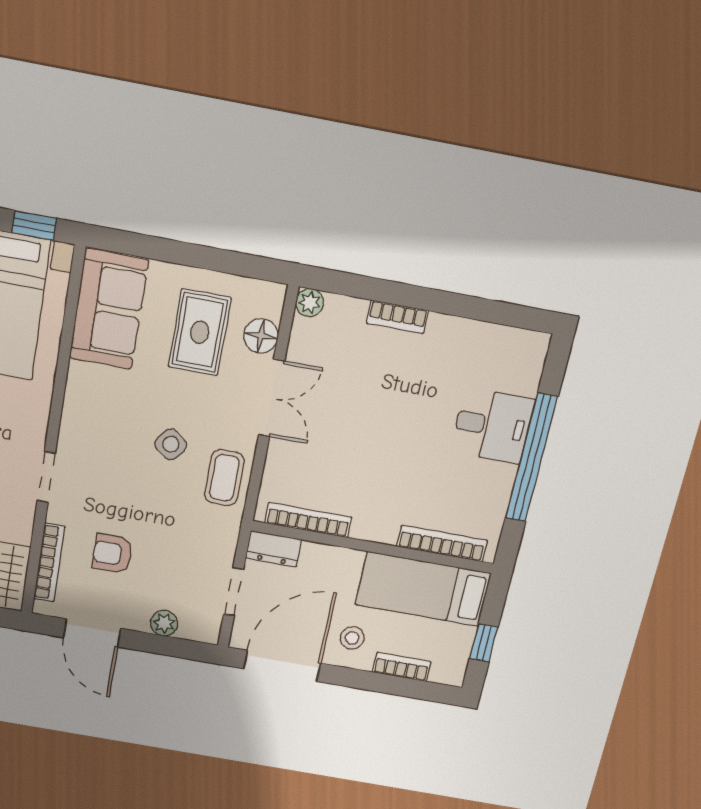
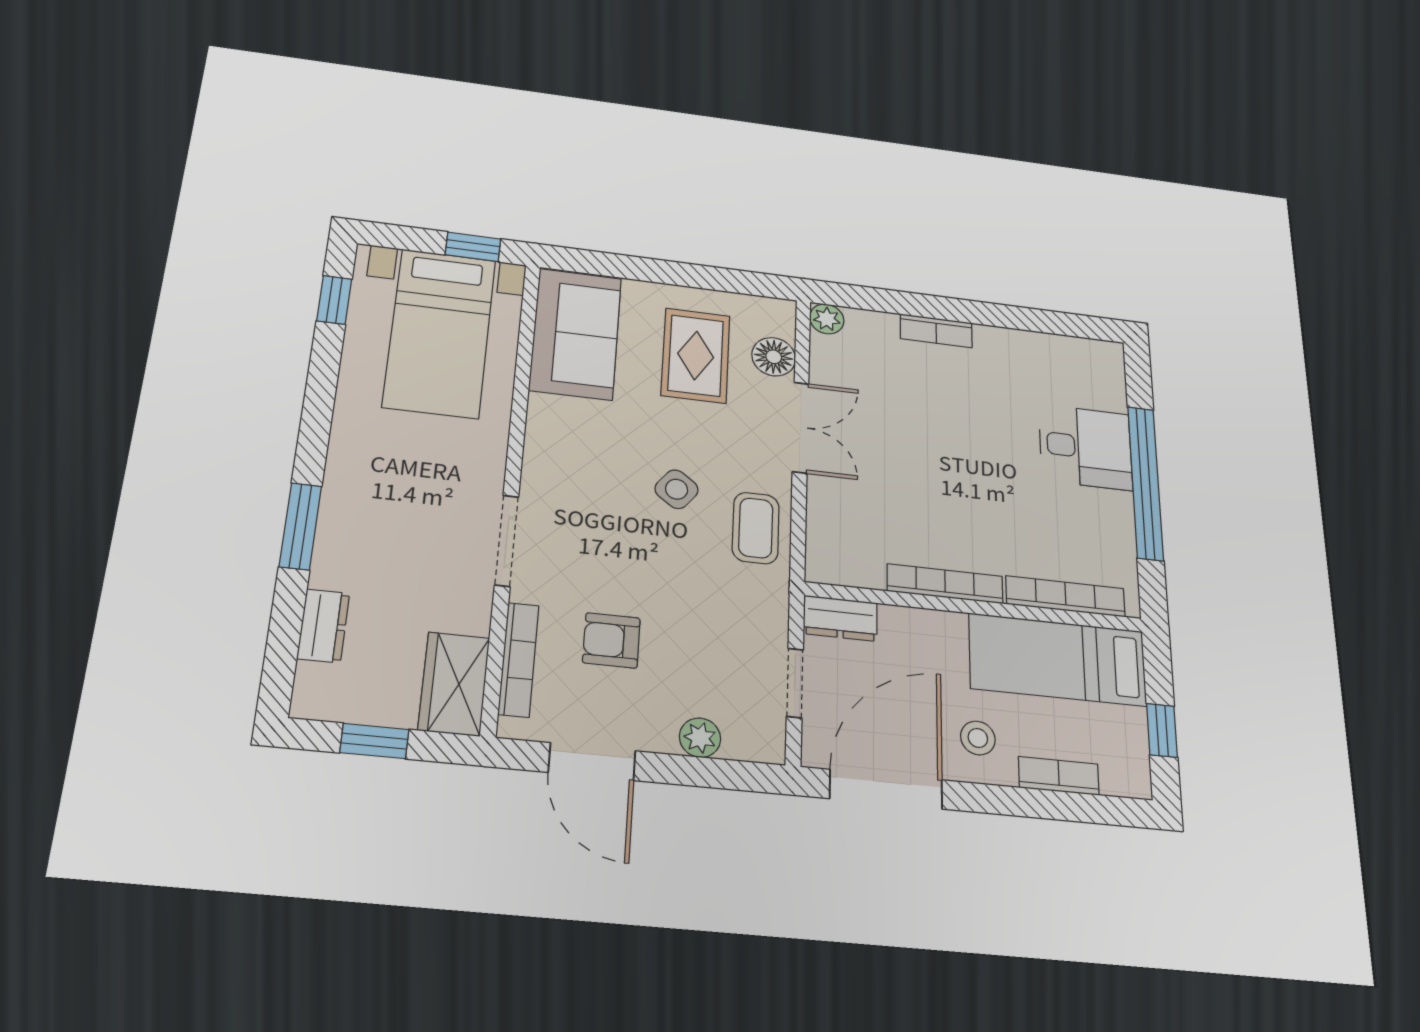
doorway: (46, 477) -> (507, 541), width x1.38
bookcase: (308, 520) -> (945, 584), moved

